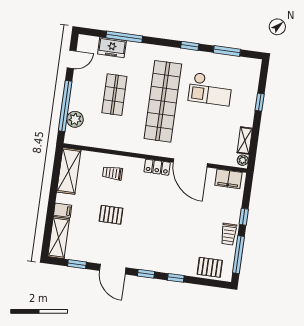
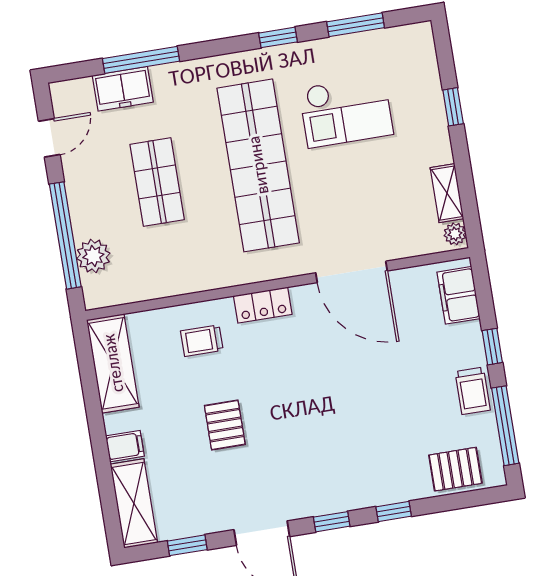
locker: (157, 167) -> (263, 305), moved
filing cabinet: (228, 179) -> (458, 295), moved, turned 90
pallet: (111, 215) -> (225, 425), turned 90

